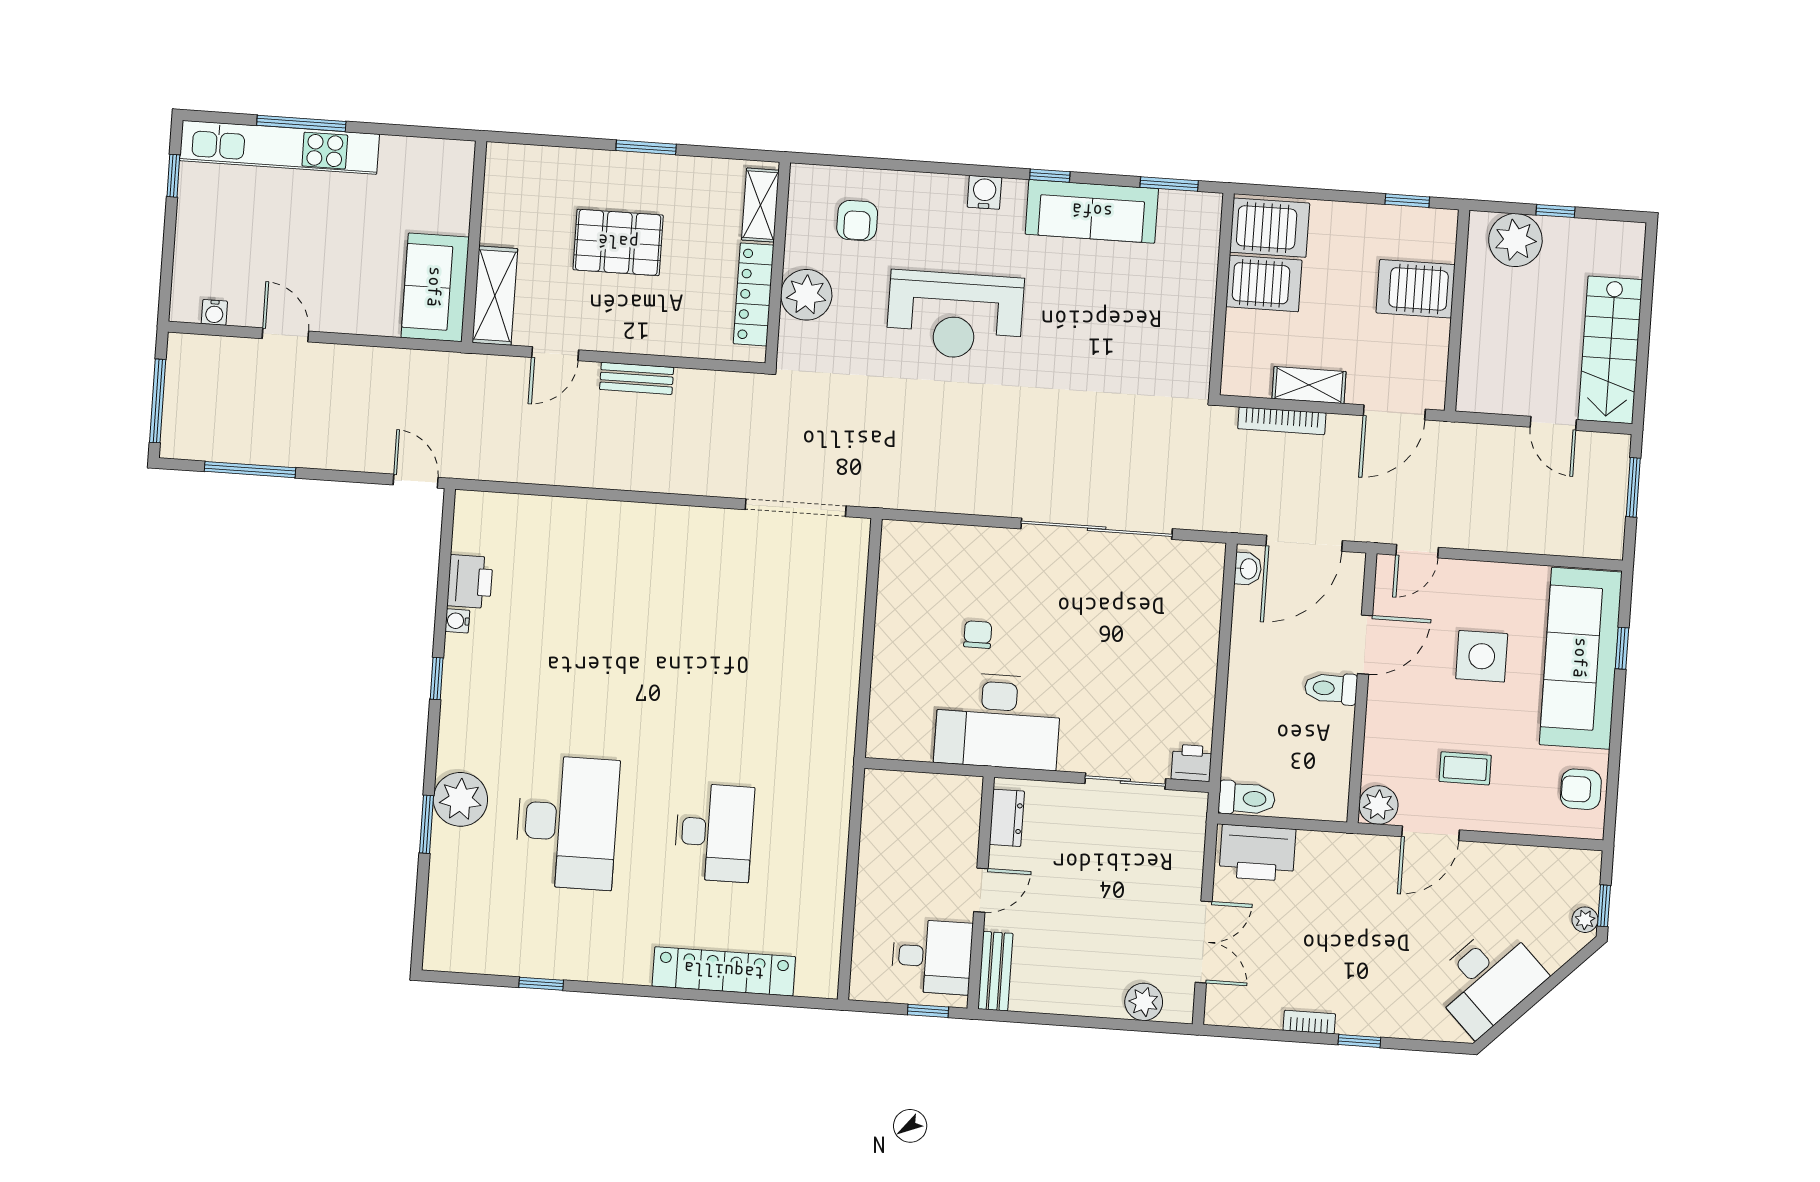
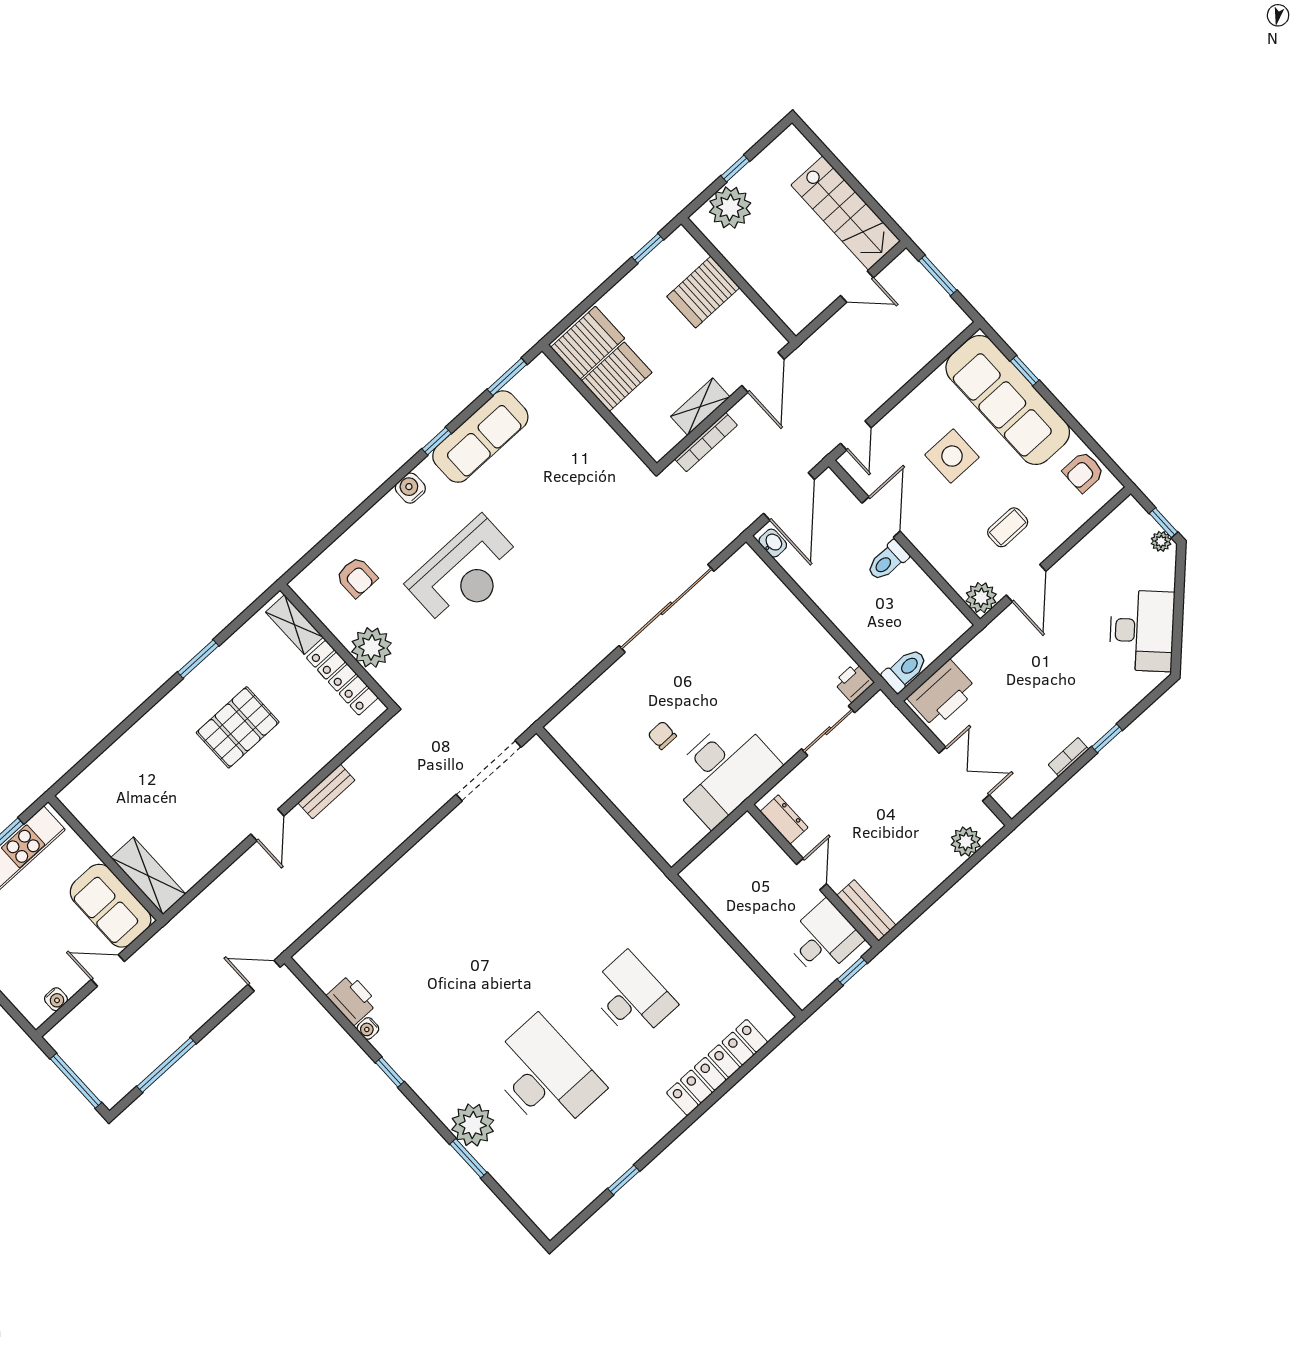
wall: (474, 242) -> (106, 858), moved
sofa: (435, 287) -> (111, 906), moved
shelving: (495, 296) -> (148, 876), moved

